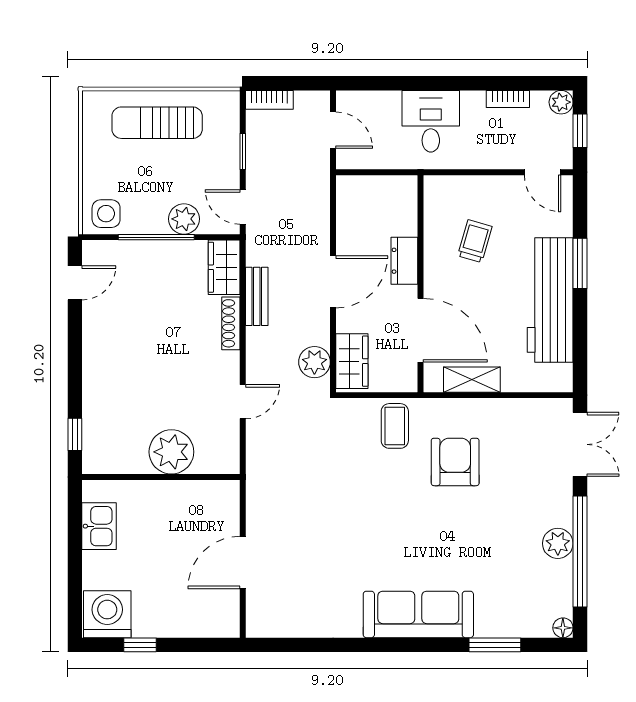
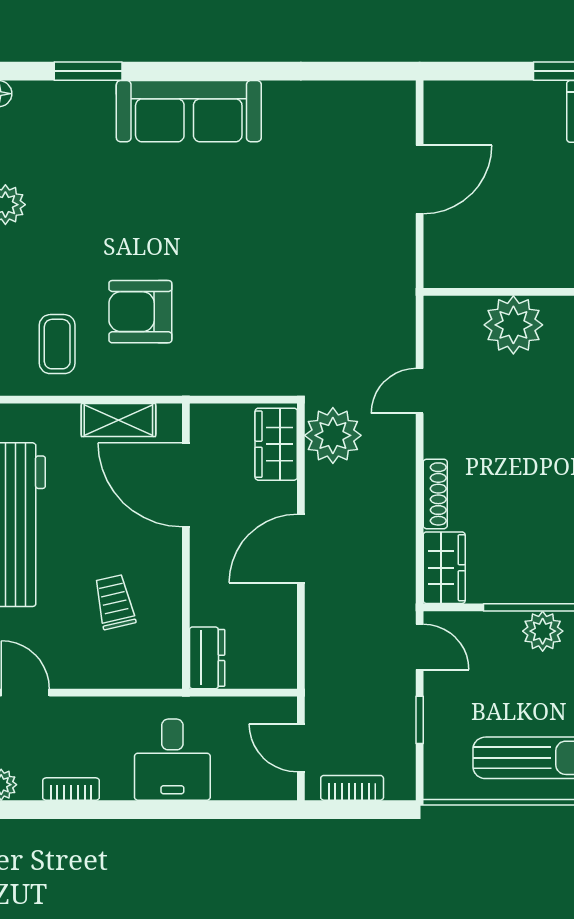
bookcase: (269, 100) -> (352, 788), moved
plant: (184, 219) -> (543, 631), moved
trolley: (475, 241) -> (114, 602), turned 151
dresser: (404, 261) -> (207, 658), moved
bench: (257, 296) -> (401, 529), removed
plant: (314, 362) -> (333, 435), width x1.36, depth x1.36
coffee table: (395, 426) -> (57, 344), moved
armchair: (455, 462) -> (140, 312), turned 90

